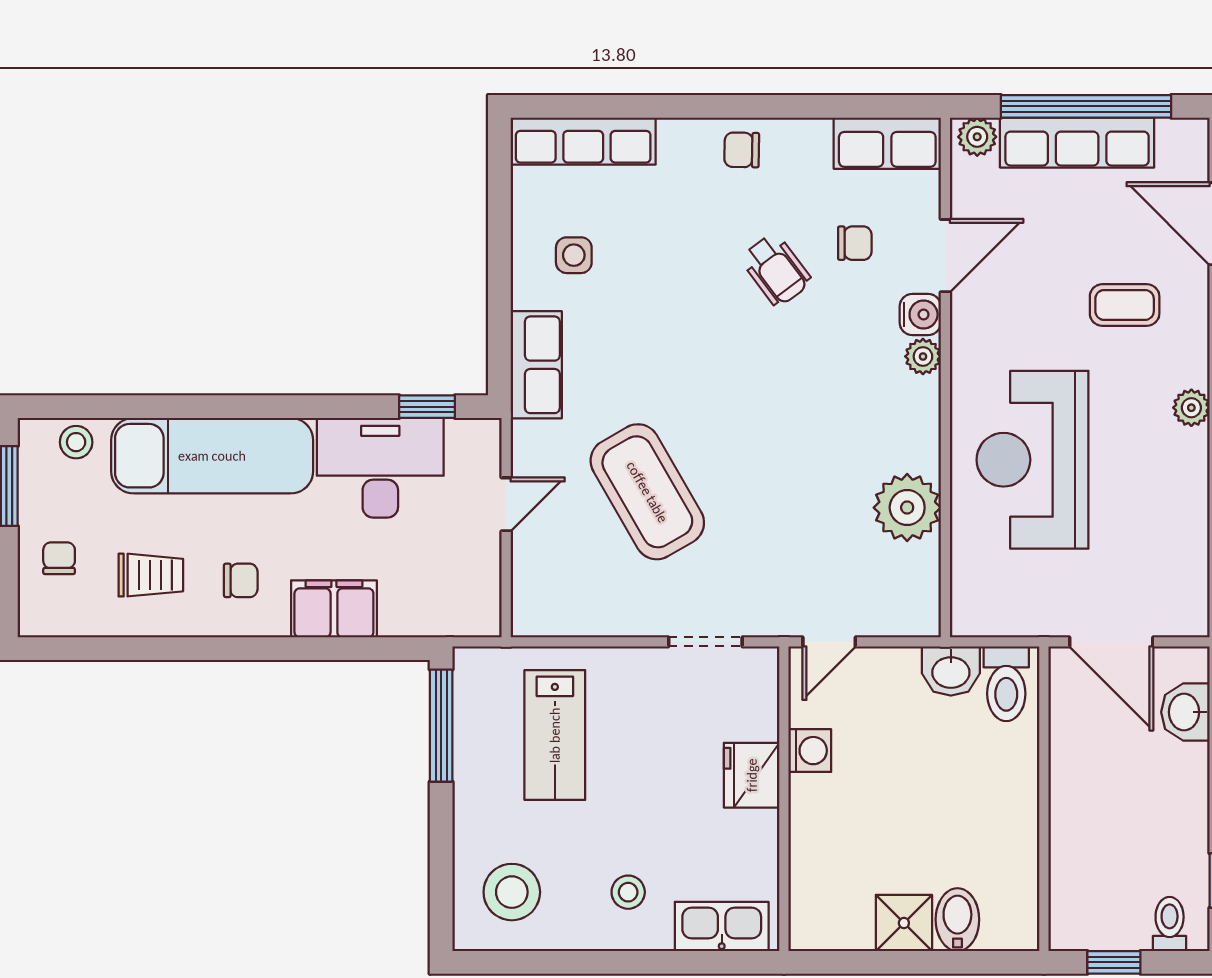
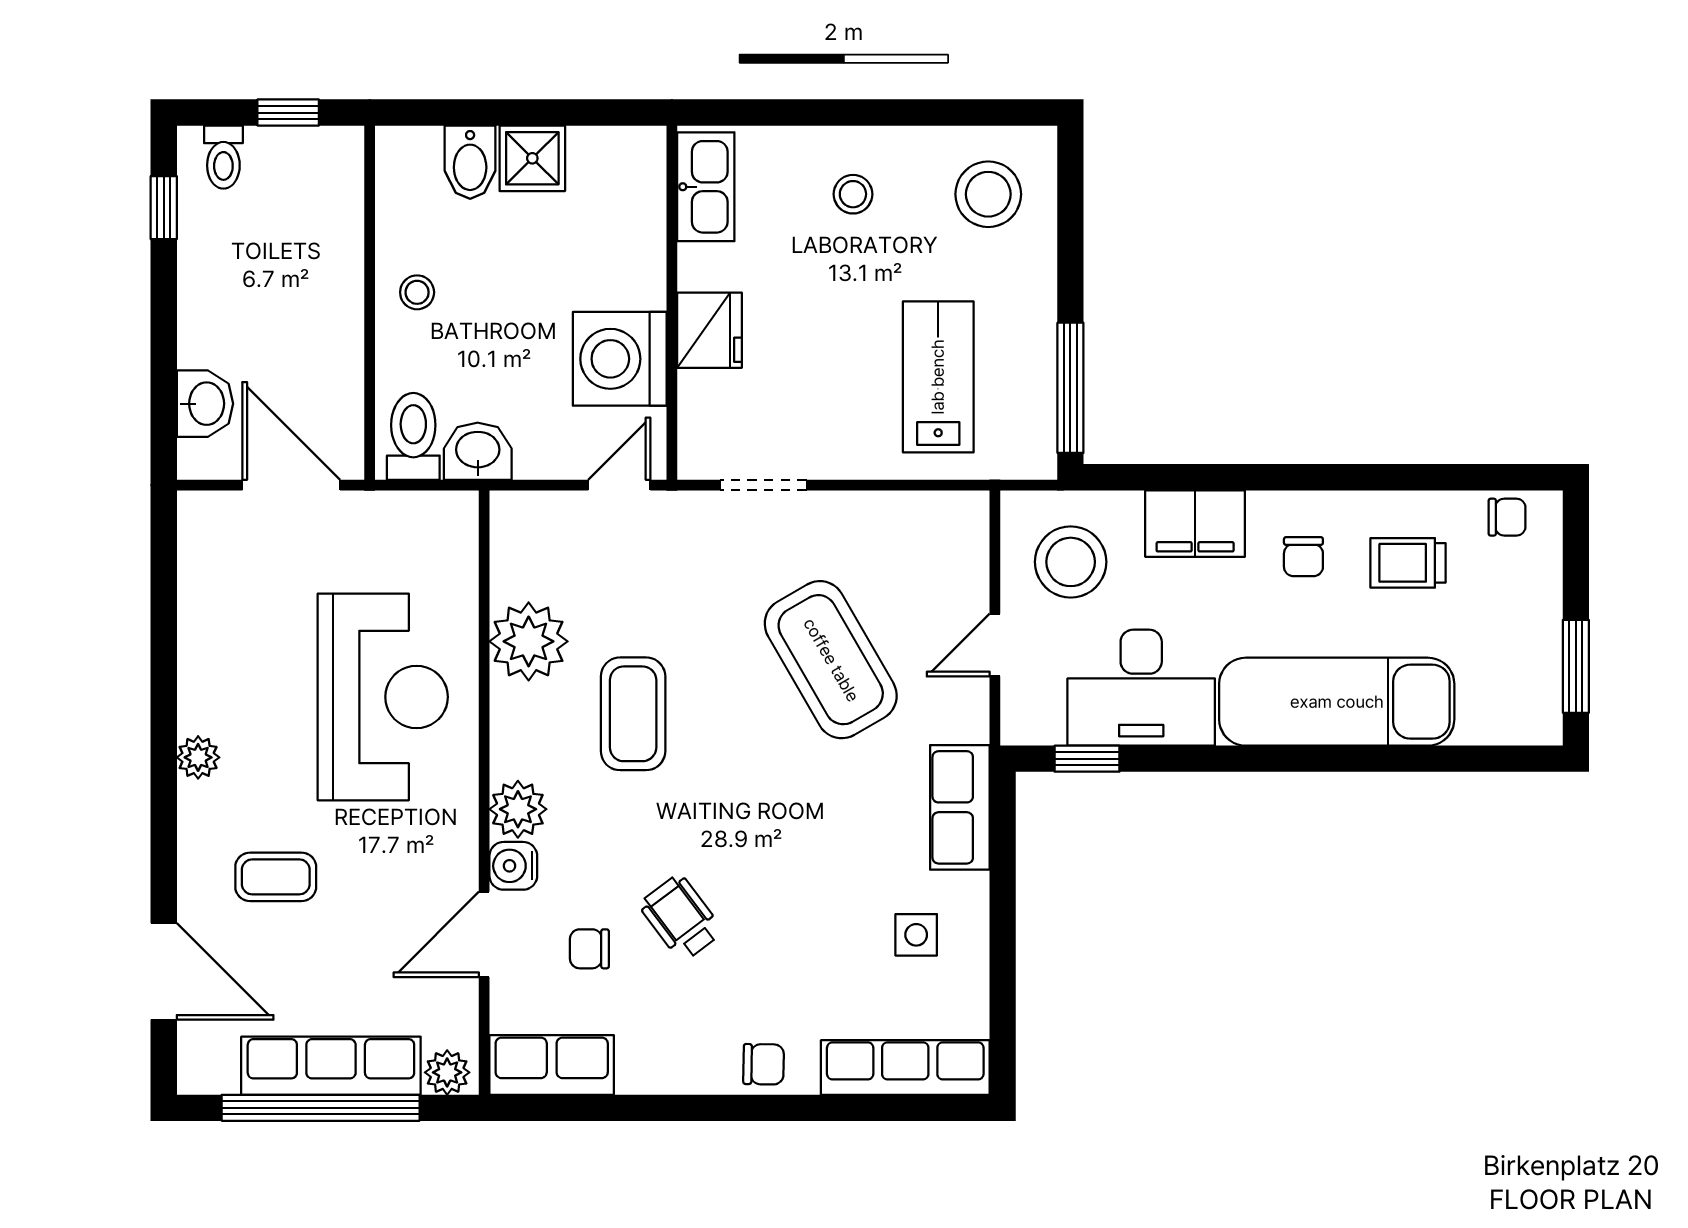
chair: (742, 150) -> (764, 1064), moved
plant: (923, 356) -> (518, 809), width x1.38, depth x1.38
stool: (76, 442) -> (1071, 562), moved, width x1.89, depth x1.89
coffee table: (817, 445) -> (633, 714), added
chair: (59, 558) -> (1507, 517), moved, turned -90
chair: (241, 580) -> (1303, 557), turned -90
washing machine: (810, 751) -> (620, 359), width x1.89, depth x1.89
stool: (1003, 808) -> (417, 292), added
kitchen sink: (722, 926) -> (706, 187), moved, turned -90

